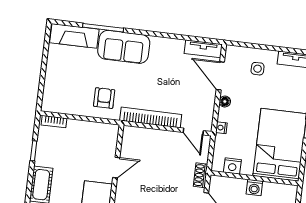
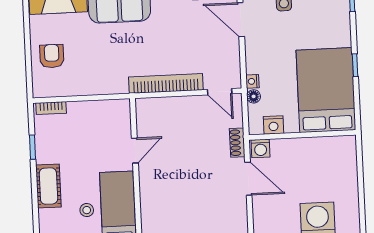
armchair: (104, 98) -> (52, 56), moved
floor lamp: (225, 101) -> (254, 96), moved
washing machine: (254, 188) -> (260, 148), moved

